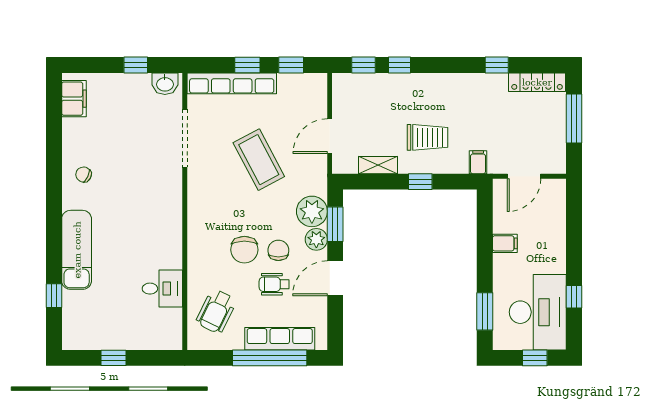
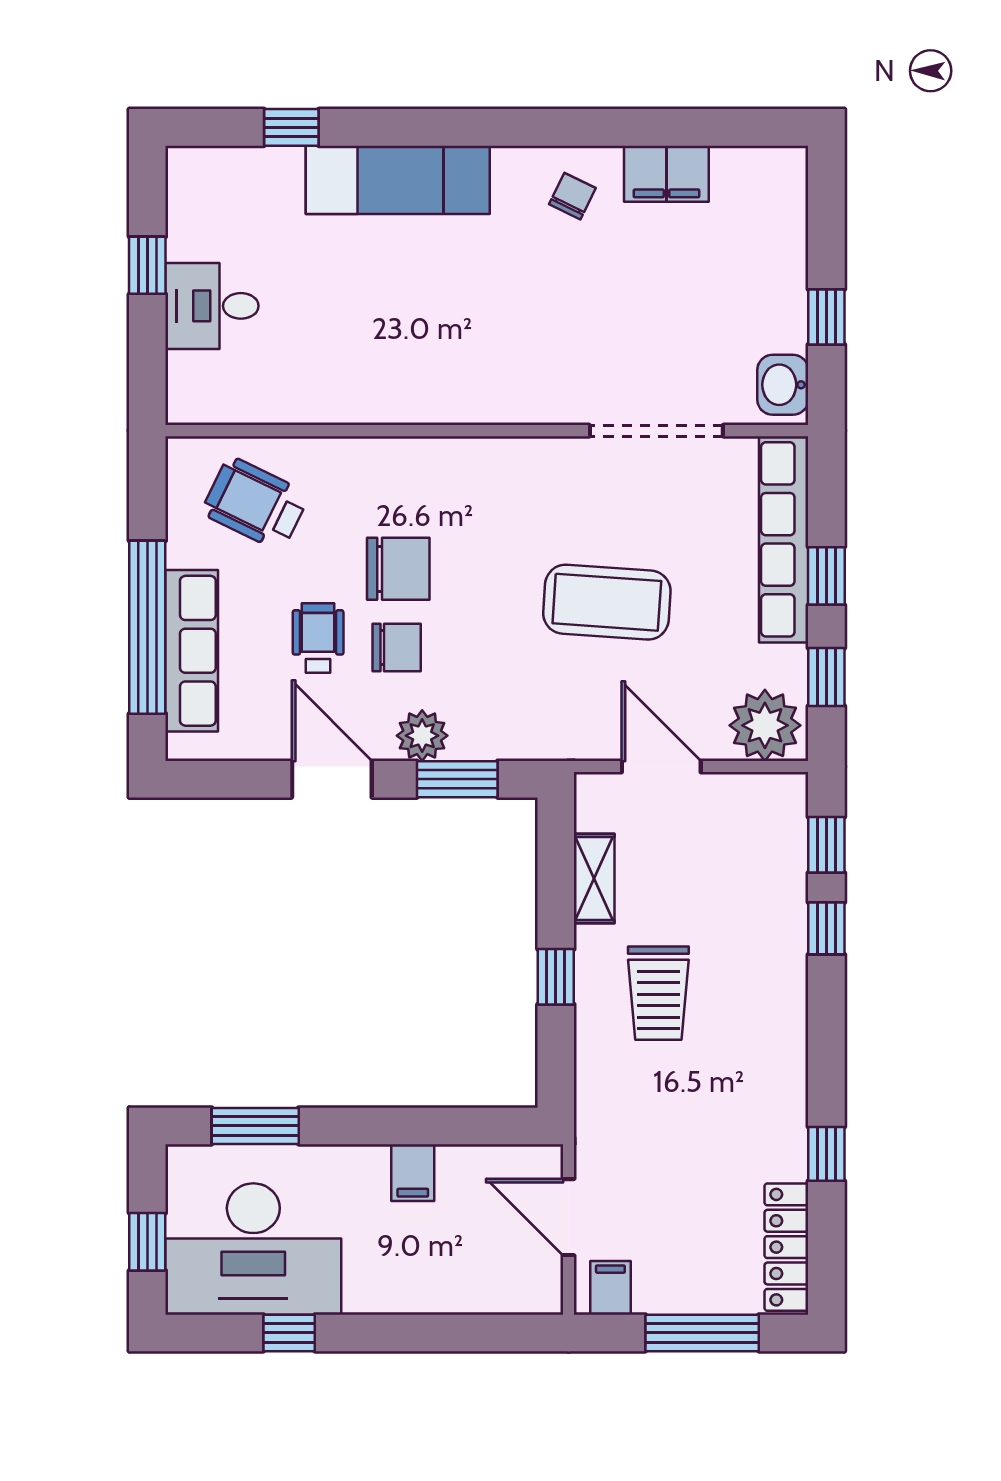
filing cabinet: (74, 99) -> (666, 174), moved
coffee table: (259, 160) -> (607, 602), turned 32
filing cabinet: (478, 162) -> (610, 1288), moved, turned -90
plant: (312, 211) -> (765, 725), moved
chair: (244, 250) -> (398, 569), turned 180
desk: (162, 289) -> (212, 306), moved, turned 90

